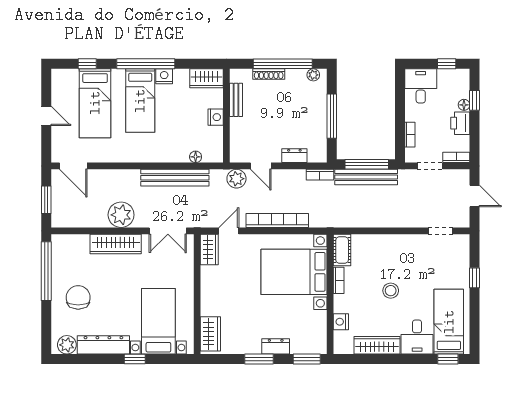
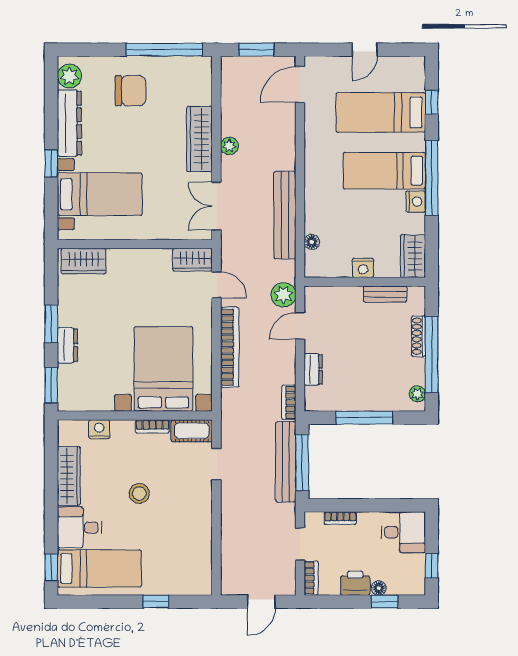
plant: (121, 215) -> (229, 146), width x0.53, depth x0.53
doorway: (441, 231) -> (216, 464), moved

